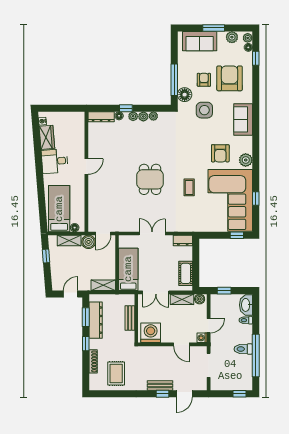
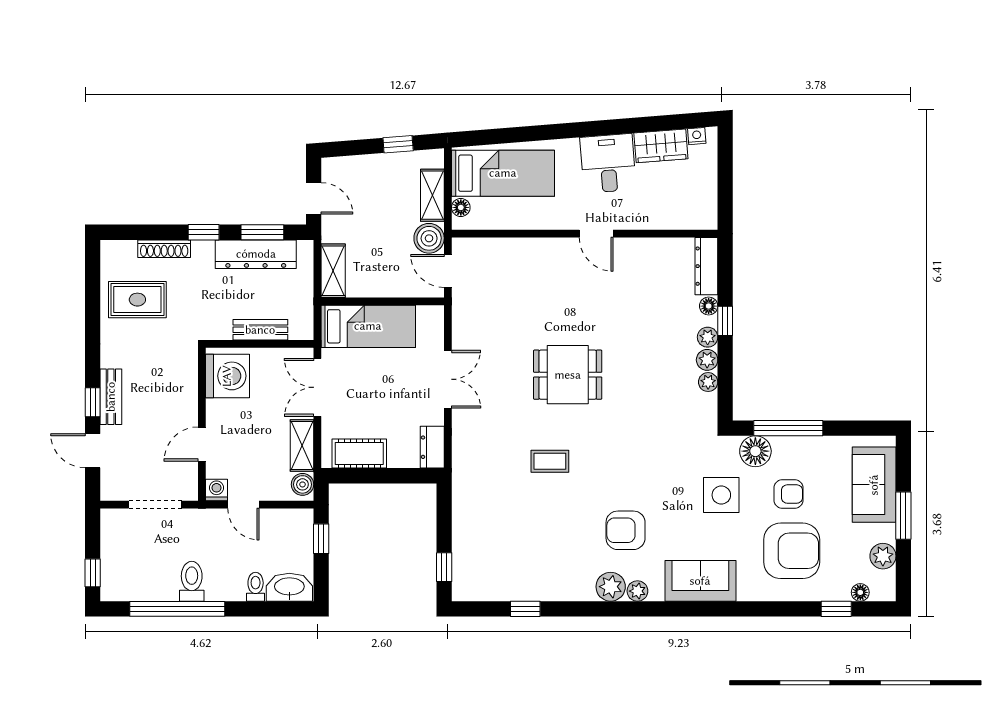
plant: (248, 38) -> (637, 591), moved
corner sofa: (230, 200) -> (521, 552), removed

